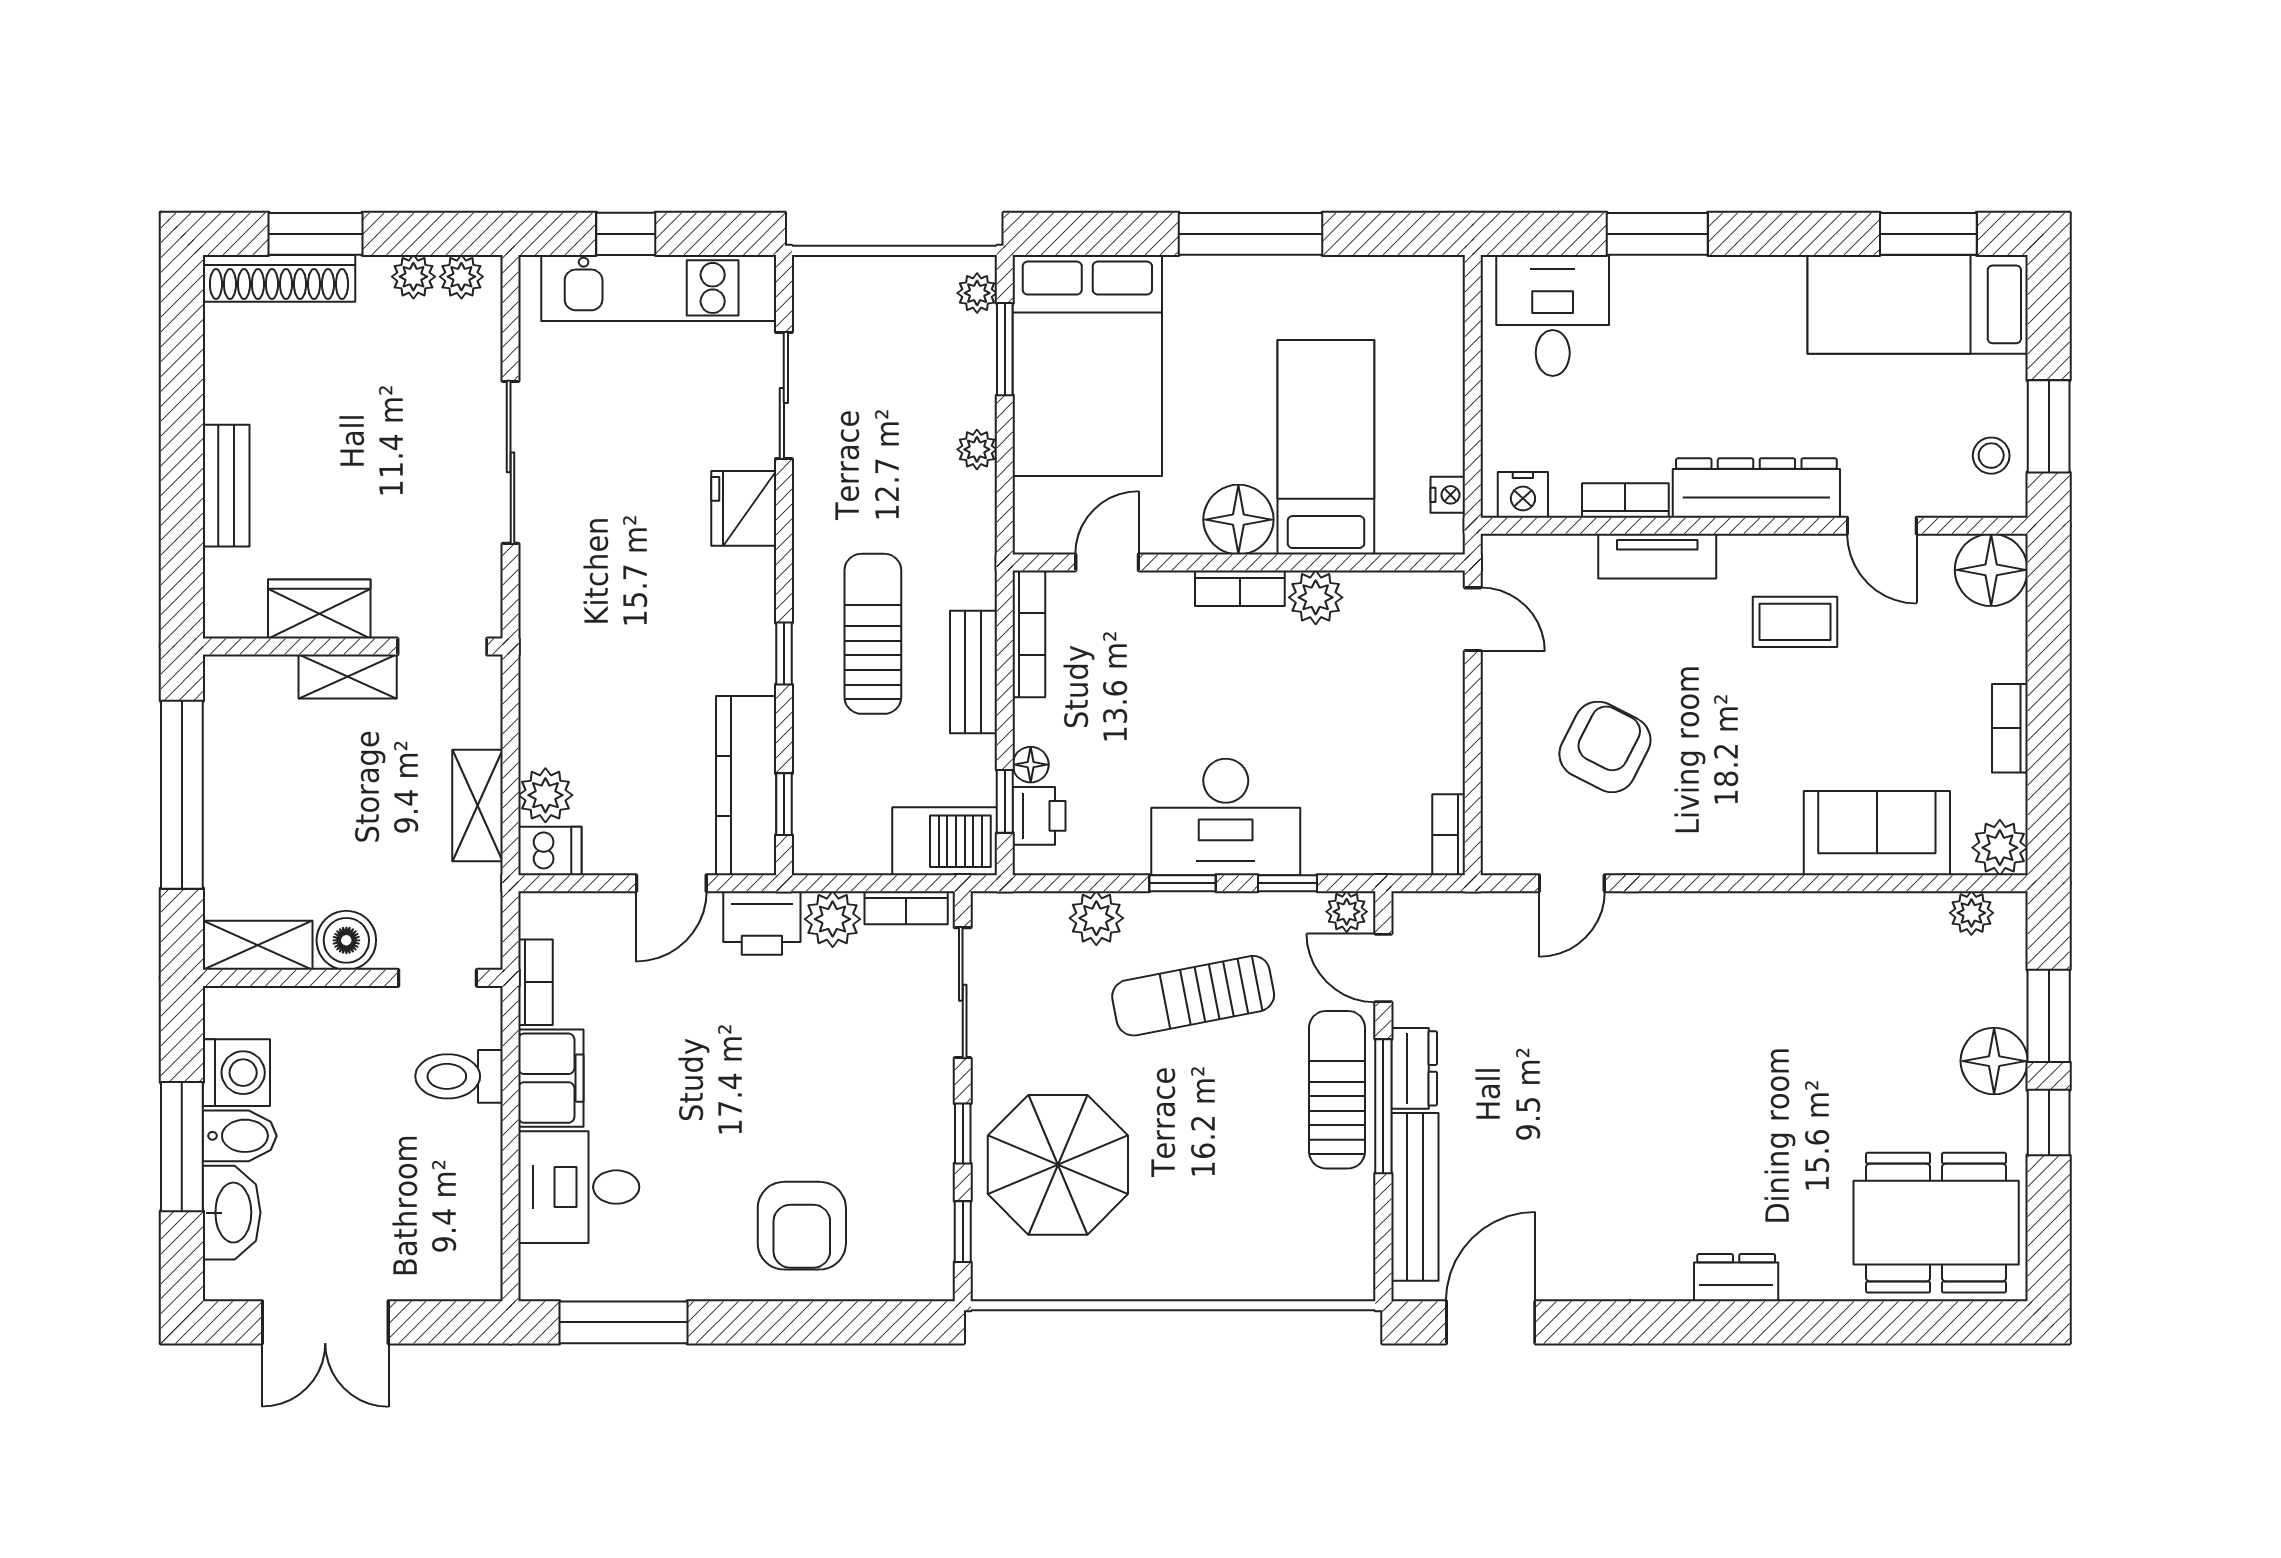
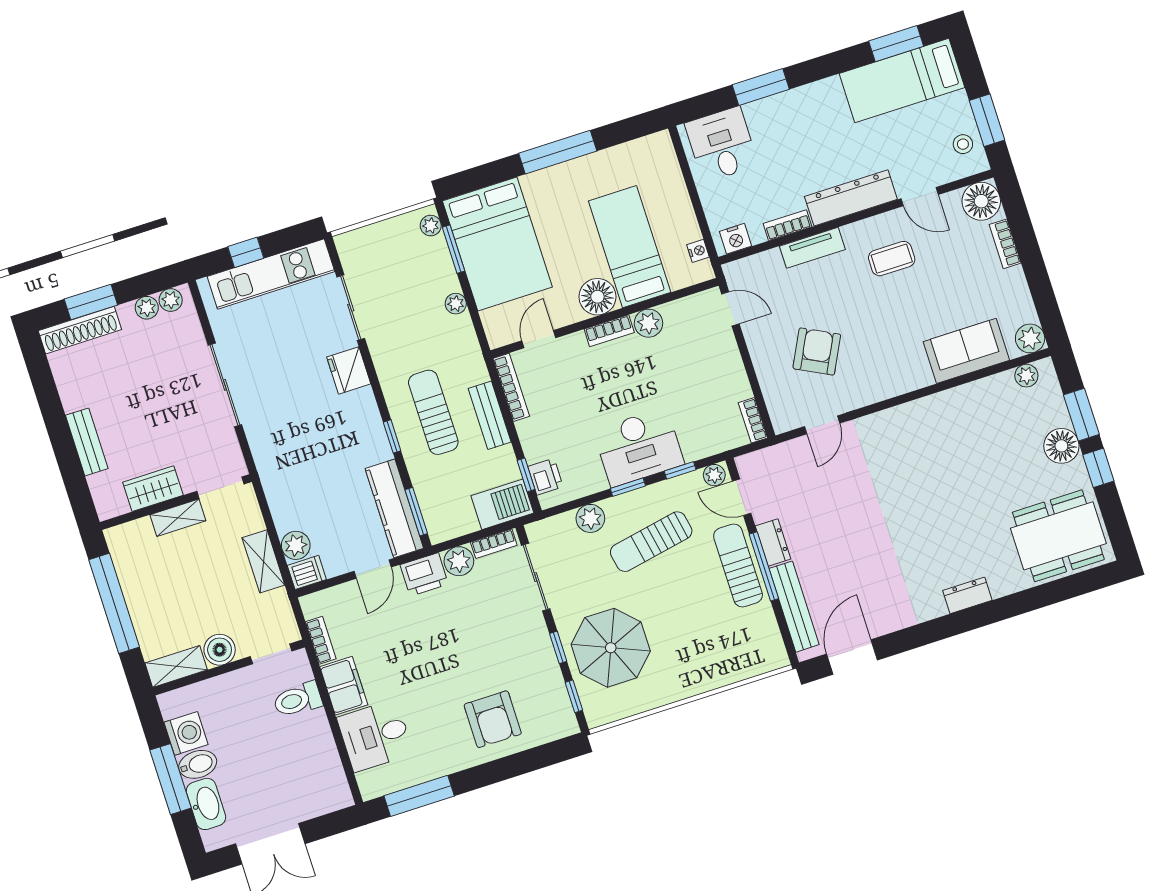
bookcase: (2010, 728) -> (1005, 244), moved
floor lamp: (1031, 765) -> (533, 452), removed
window: (784, 804) -> (416, 512), width x1.50

